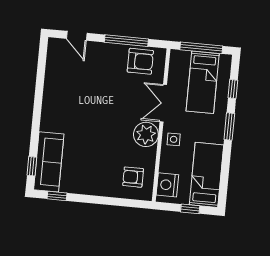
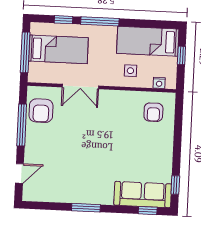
armchair: (140, 61) -> (41, 111), turned 180
window: (38, 103) -> (86, 208), added
window: (229, 126) -> (100, 21), width x1.44
plant: (146, 134) -> (112, 102), removed
side table: (174, 139) -> (130, 71), moved
nightstand: (167, 185) -> (159, 83), width x0.53, depth x0.56

